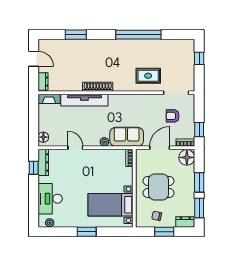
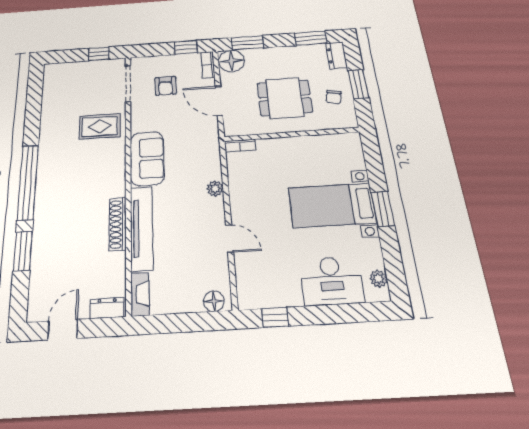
window: (138, 35) -> (28, 182), moved
window: (199, 58) -> (99, 54), moved
rug: (148, 76) -> (100, 126), turned 90
shoe rack: (98, 87) -> (118, 224), moved
sofa: (127, 137) -> (147, 158), moved, turned 180
door: (75, 148) -> (230, 239), swing flipped
dresser: (43, 162) -> (263, 298), removed
window: (199, 182) -> (247, 43), moved
dining table: (158, 187) -> (285, 98), turned 90
bed with nightstands: (111, 205) -> (332, 205), moved, turned 90

